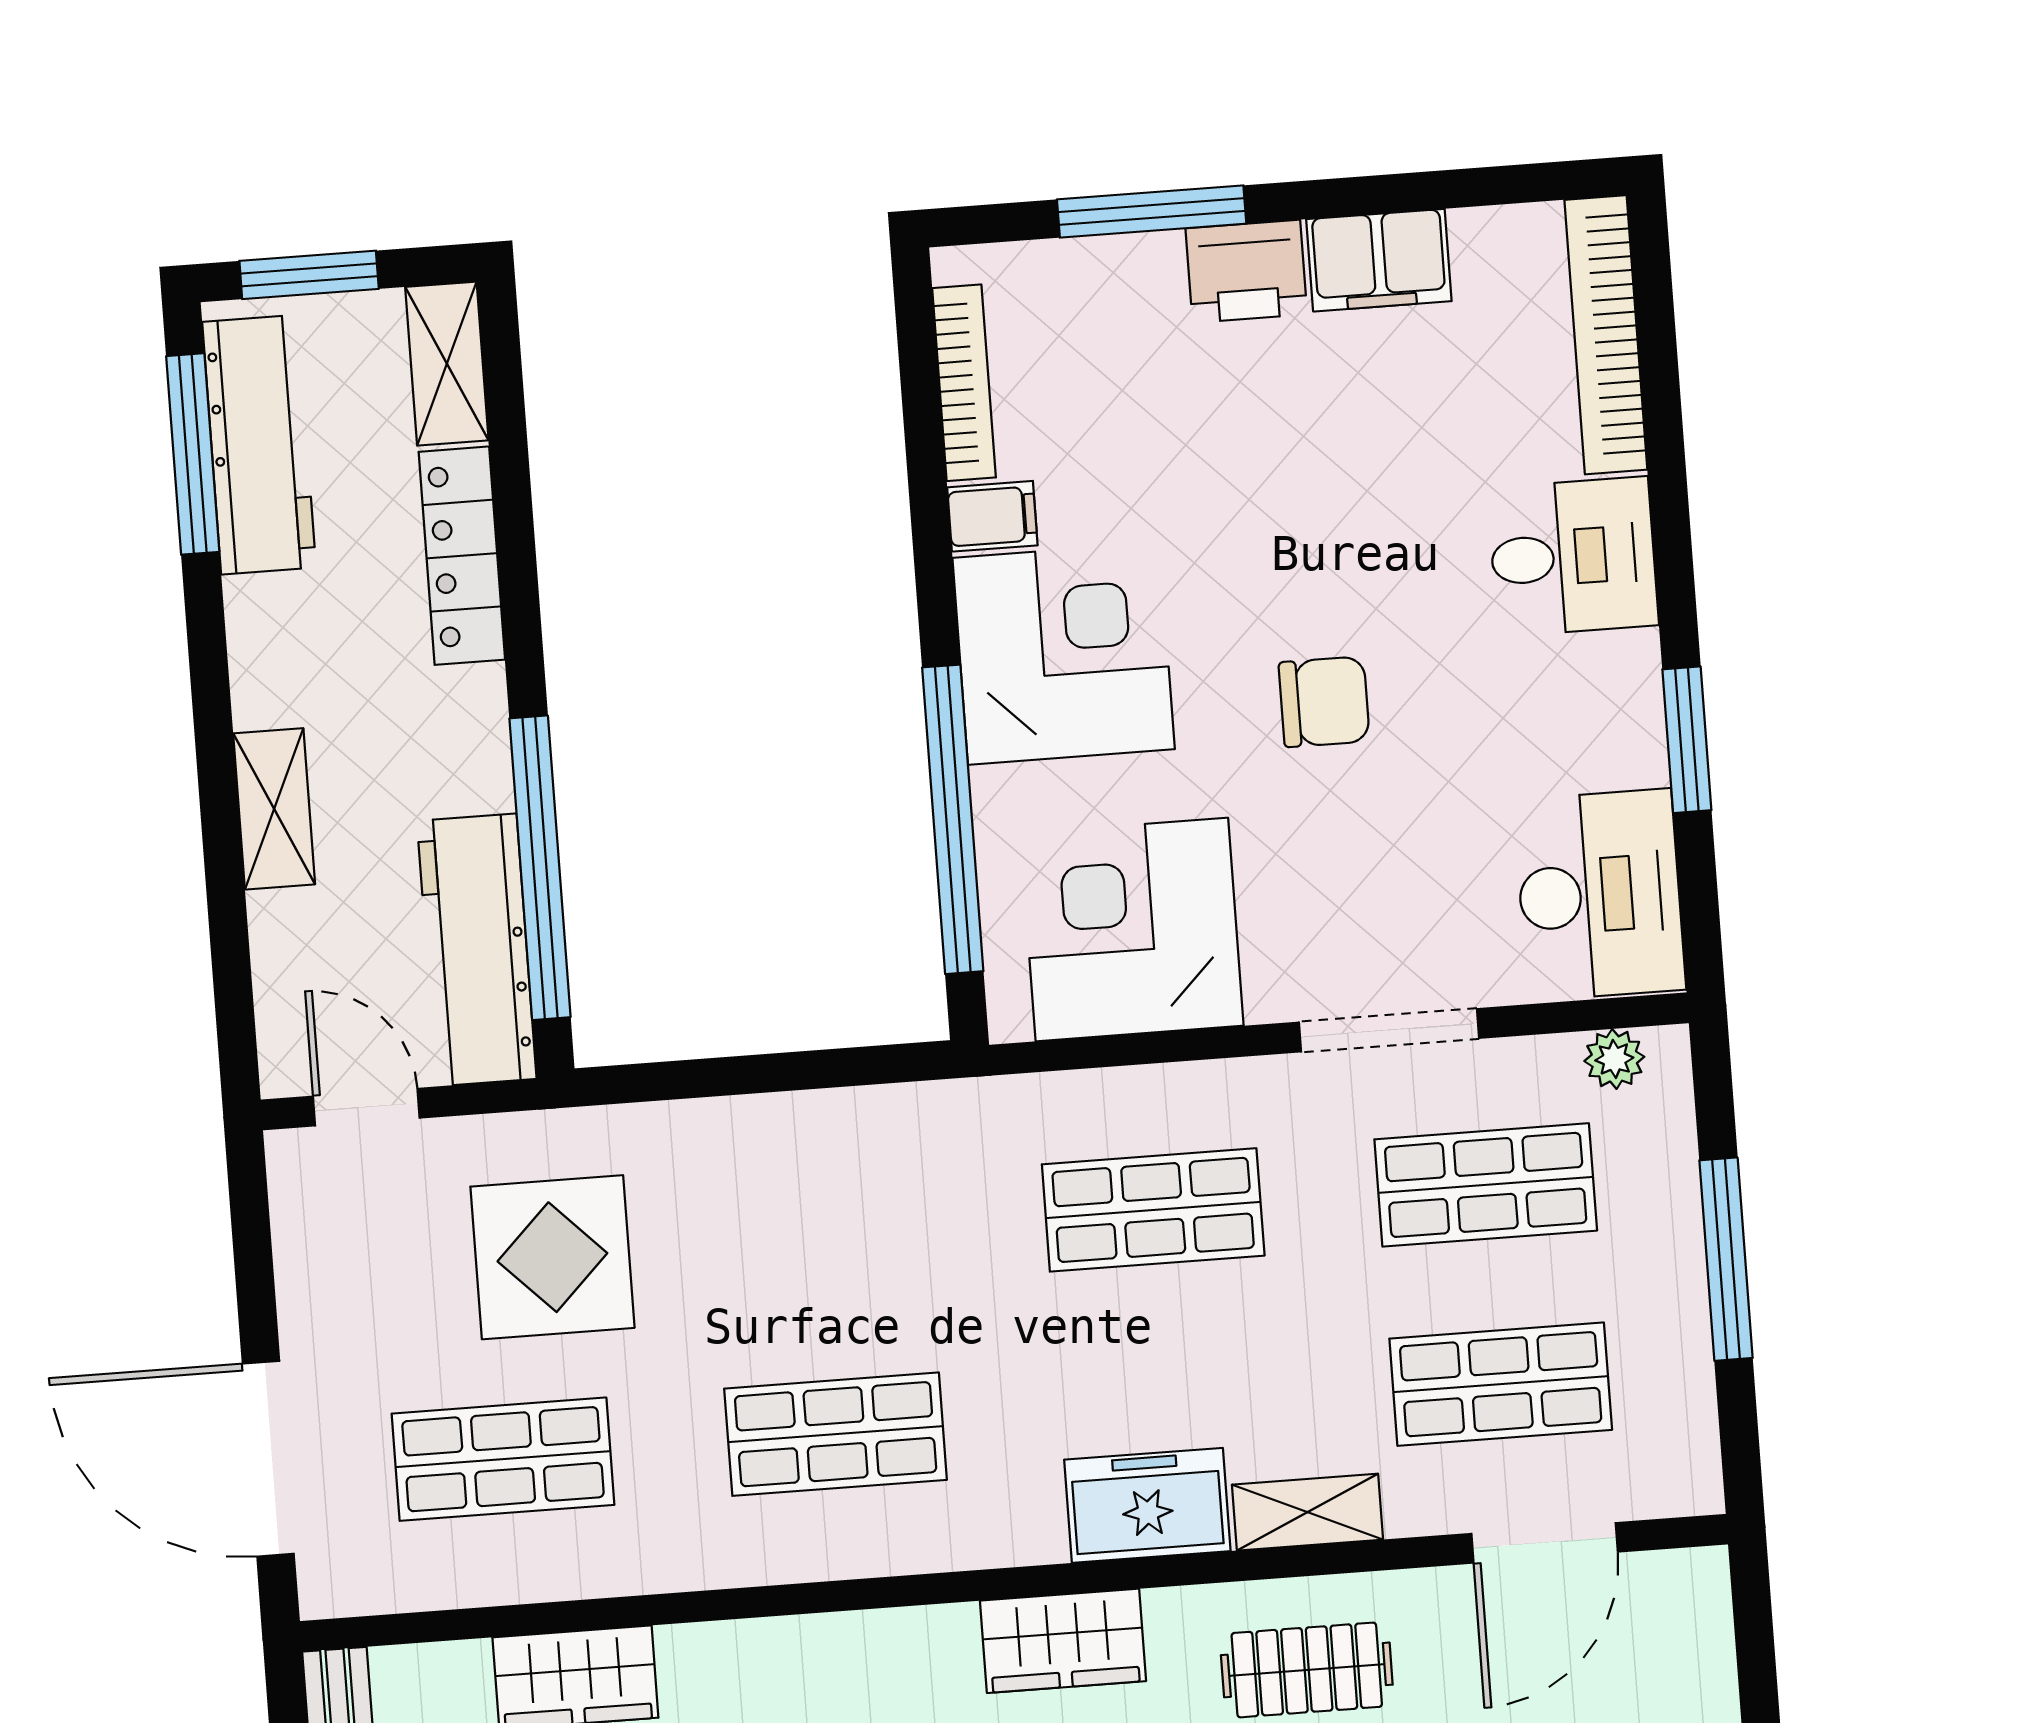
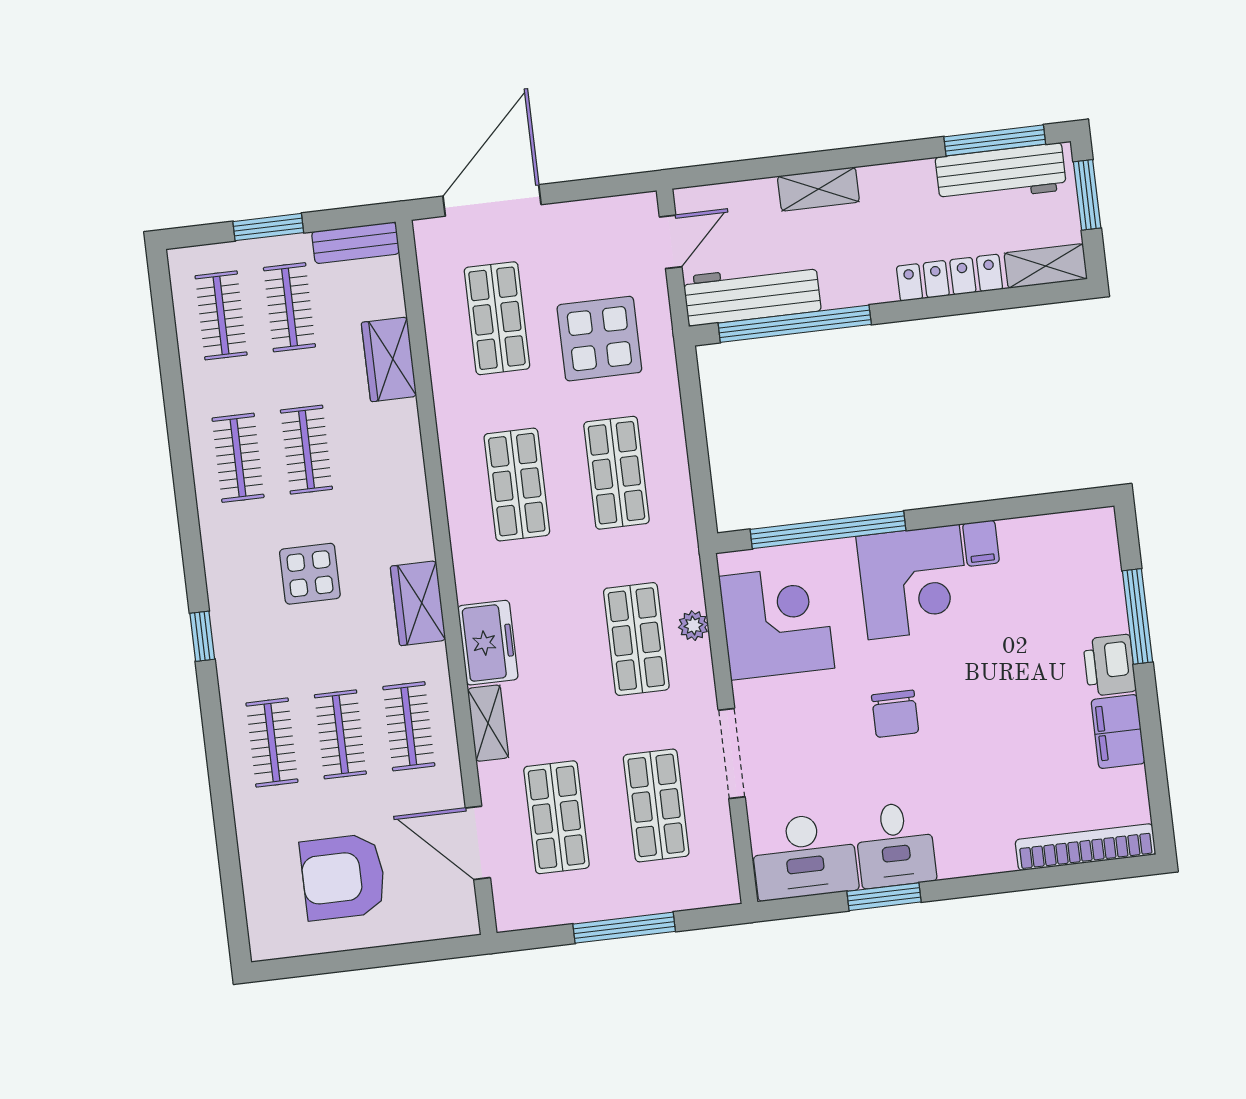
bookcase: (964, 383) -> (1047, 526), removed
desk: (1573, 557) -> (895, 845), moved
plant: (1614, 1059) -> (693, 626), moved
shop shelf: (821, 1235) -> (616, 473), added

